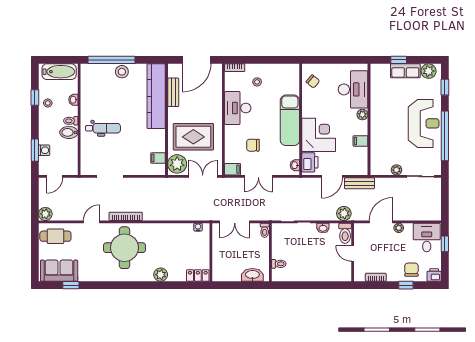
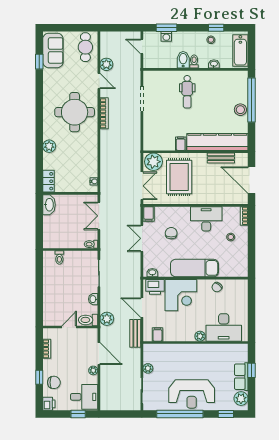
chair: (313, 81) -> (217, 287), moved
filing cabinet: (360, 141) -> (157, 334), moved
filing cabinet: (158, 158) -> (181, 144), moved
plant: (45, 214) -> (106, 64), moved
washbasin: (252, 275) -> (49, 205), moved

